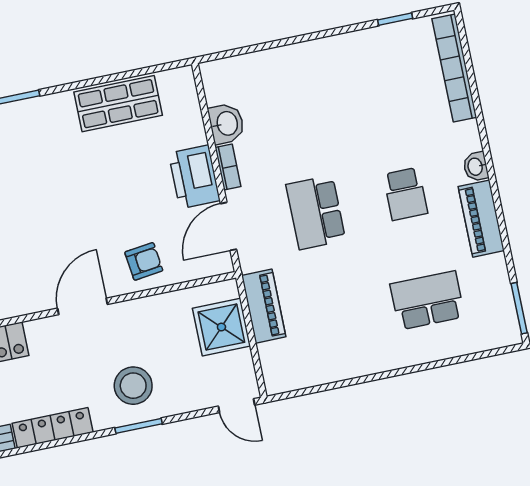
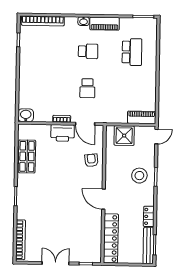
washbasin: (226, 124) -> (26, 115), moved
school desk: (316, 212) -> (87, 88), width x0.54
school desk: (427, 300) -> (132, 52), turned 180
door: (83, 306) -> (103, 199), moved
piano: (264, 306) -> (142, 117), moved
locker: (53, 428) -> (149, 216), width x0.66

